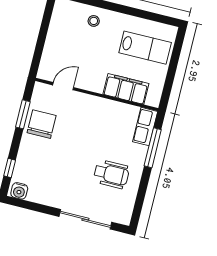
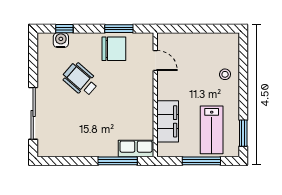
window: (156, 17) -> (243, 133), added
window: (173, 65) -> (201, 161), added
wheelchair: (111, 174) -> (80, 80), moved, turned 131
water cooler: (19, 191) -> (61, 40), moved, turned 90

